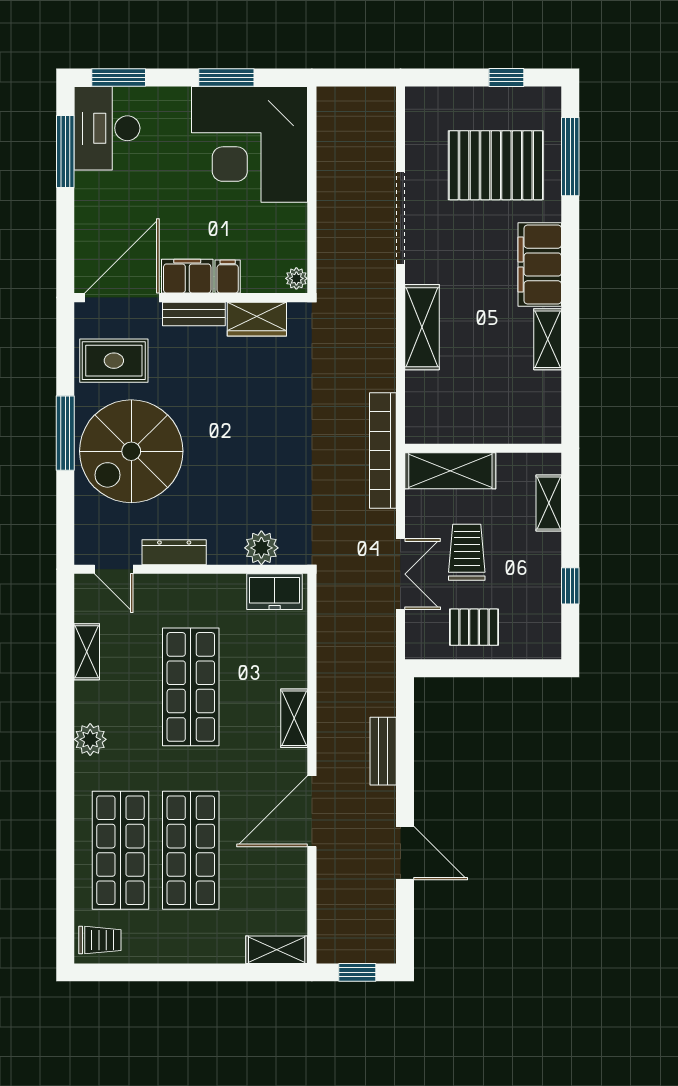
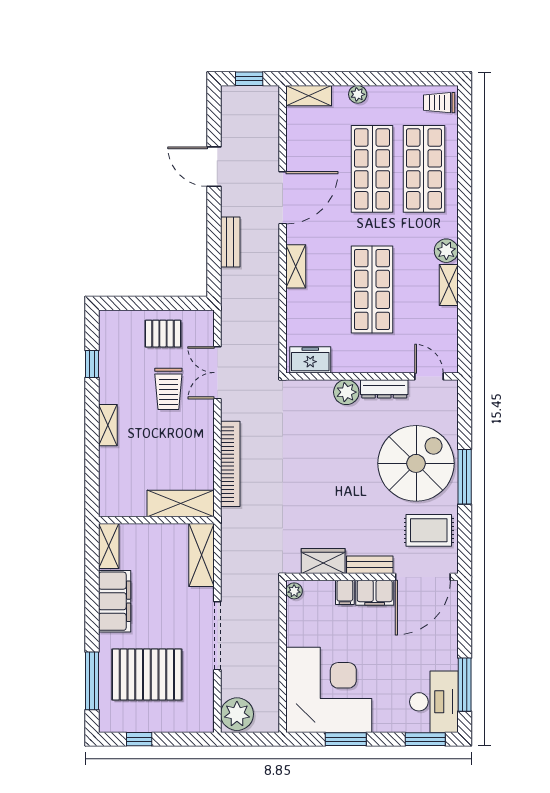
plant: (374, 112) -> (237, 714), added
wall: (483, 448) -> (156, 520), moved
shelving: (450, 471) -> (181, 503), moved
plant: (261, 548) -> (346, 392), moved
shelving: (87, 652) -> (449, 285), moved
plant: (210, 951) -> (358, 94), added

